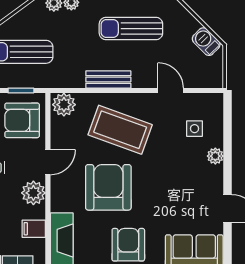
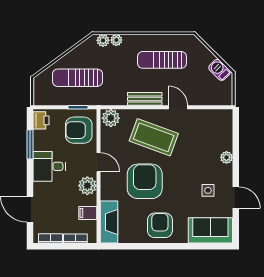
door: (171, 91) -> (178, 107), moved
side table: (195, 129) -> (208, 190), moved
door: (48, 162) -> (98, 162), hinge flipped

